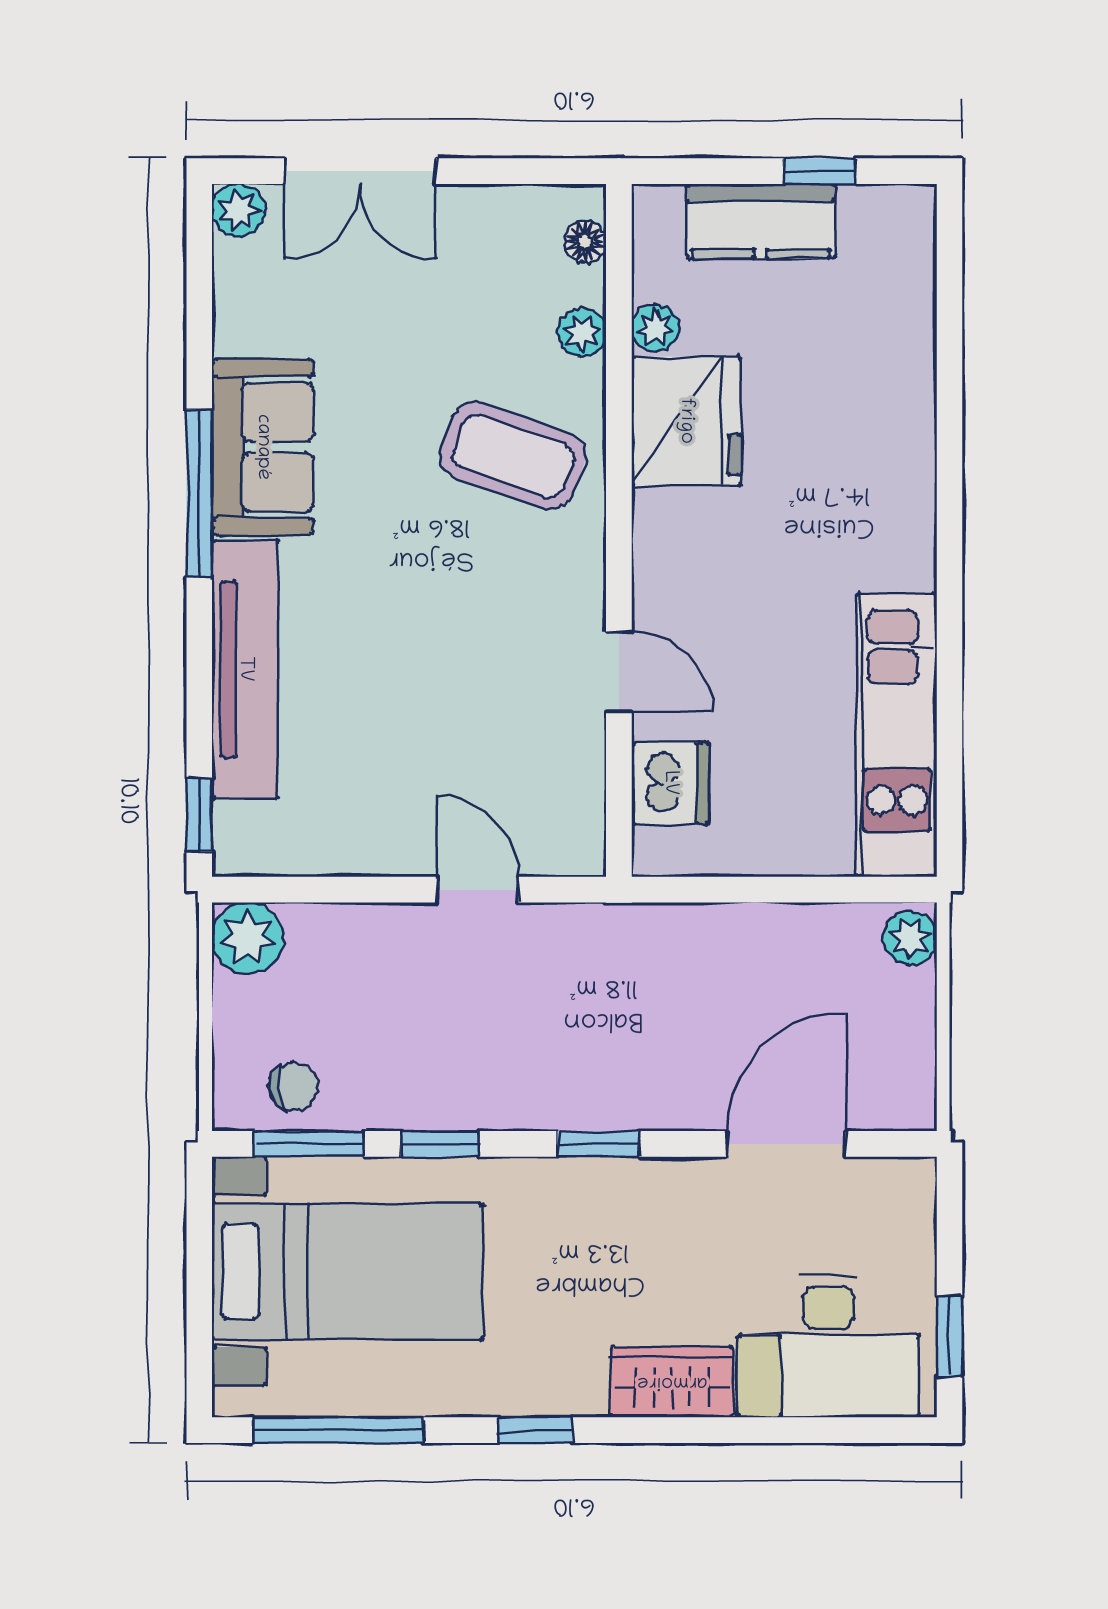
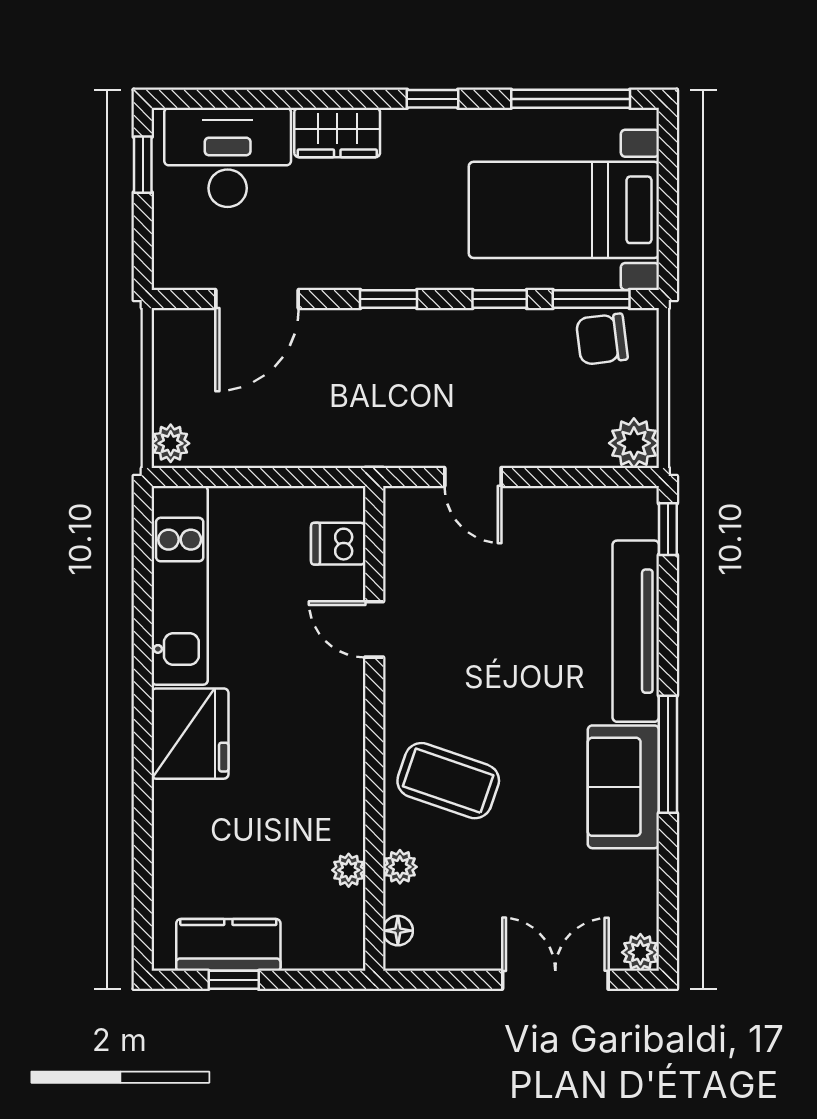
kitchen counter: (761, 221) -> (228, 945), moved
fridge: (686, 421) -> (190, 734), moved, turned 180
dishwasher: (670, 783) -> (338, 544), width x0.73
chair: (294, 1087) -> (602, 339), width x1.37, depth x1.37

